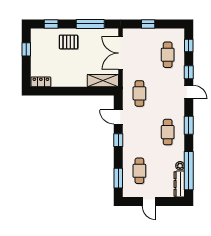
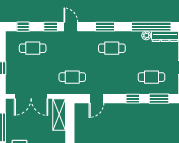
door: (189, 92) -> (71, 27), hinge flipped
window: (118, 140) -> (133, 99), moved

